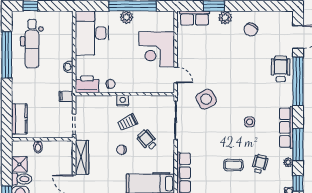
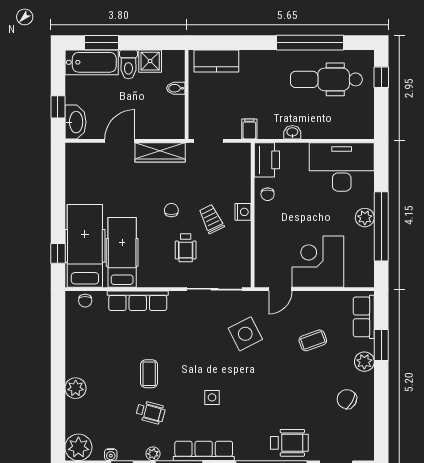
coffee table: (211, 53) -> (313, 340), added
wheelchair: (147, 140) -> (186, 248), turned 131

